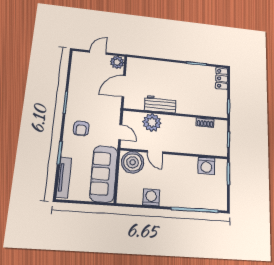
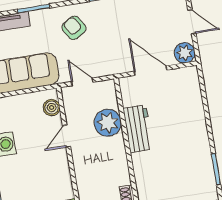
armchair: (81, 128) -> (74, 28), turned 58
door: (120, 132) -> (82, 82), swing flipped
boiler: (133, 162) -> (52, 108), width x0.54, depth x0.54

